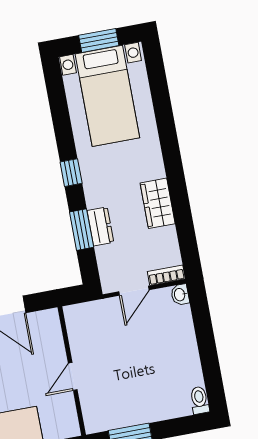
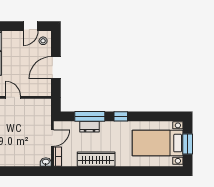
wardrobe: (158, 203) -> (96, 159), width x1.50
window: (82, 230) -> (90, 116), width x1.44
door: (134, 291) -> (52, 138), swing flipped

